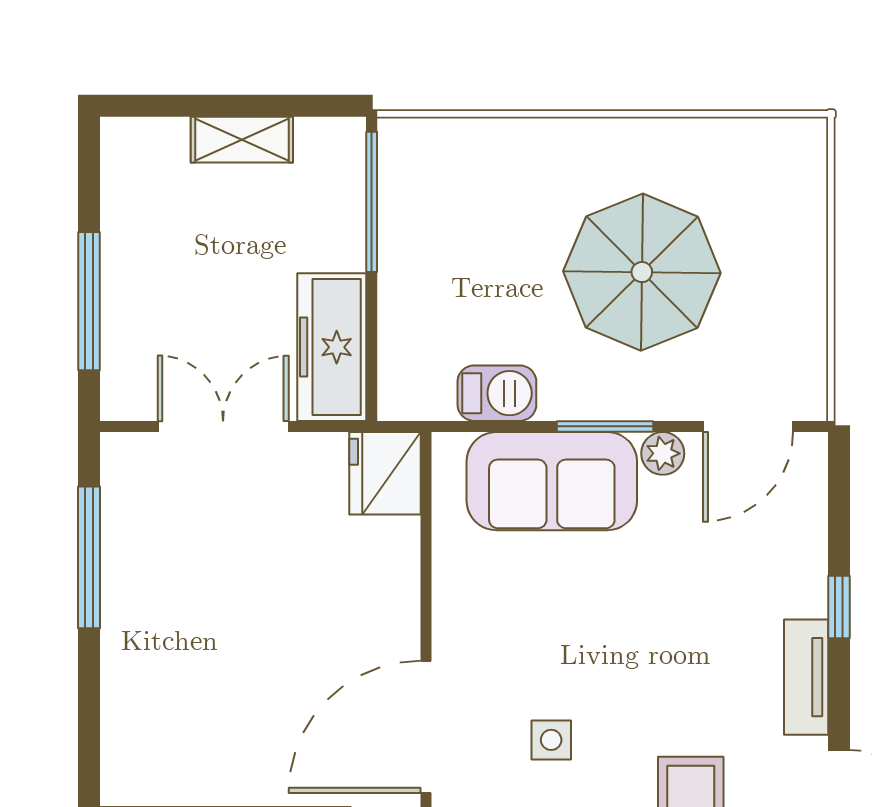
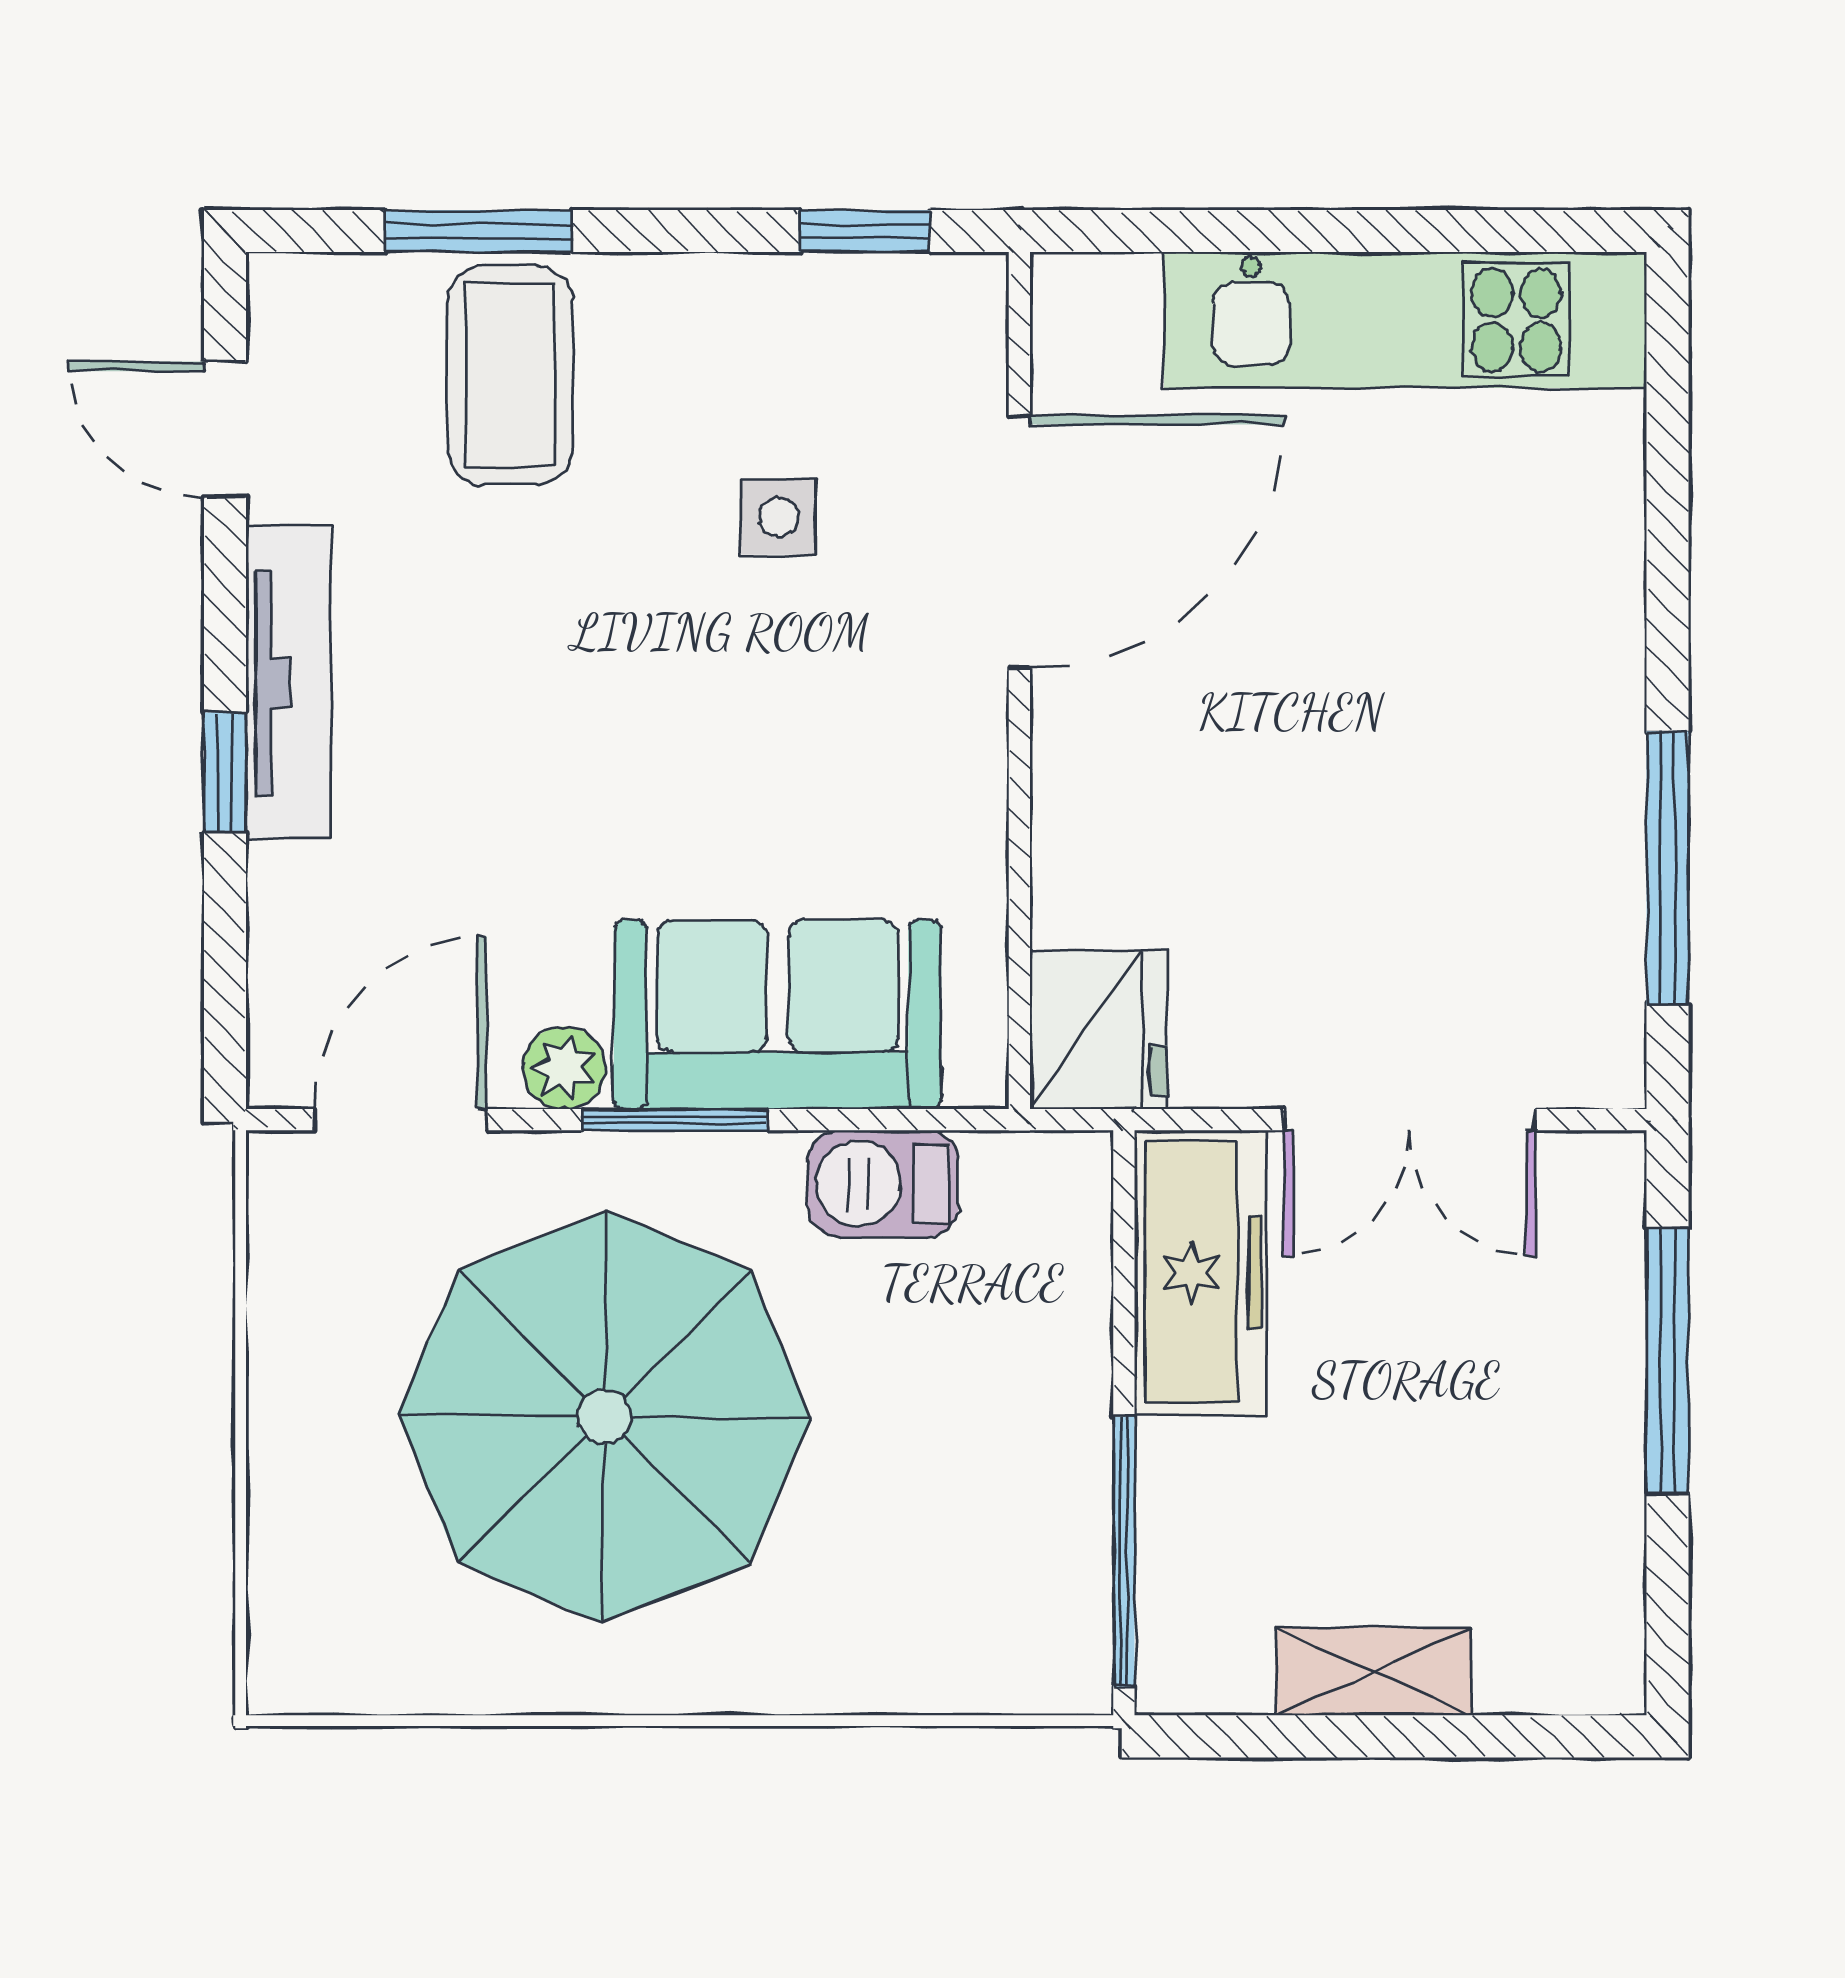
parasol: (642, 272) -> (604, 1417), width x1.36, depth x1.36
tv unit: (806, 677) -> (288, 683), width x1.41

